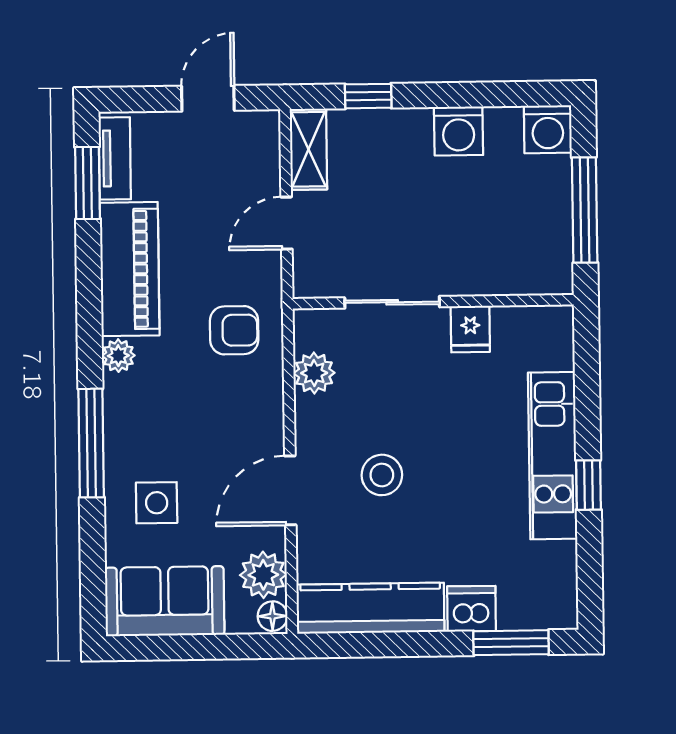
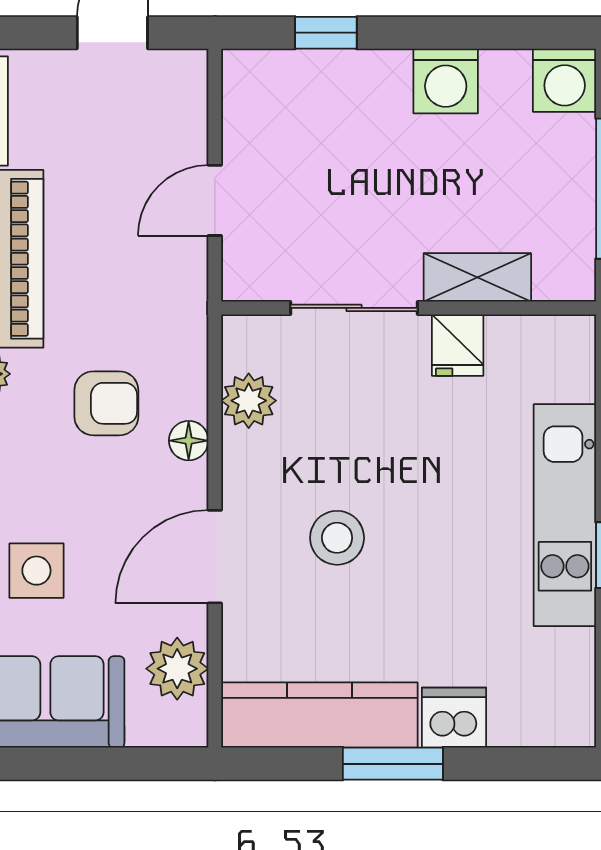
shelving: (309, 149) -> (477, 277), moved, turned 90
armchair: (234, 330) -> (106, 403), moved
floor lamp: (272, 616) -> (189, 441), moved
window: (511, 643) -> (393, 764), moved

